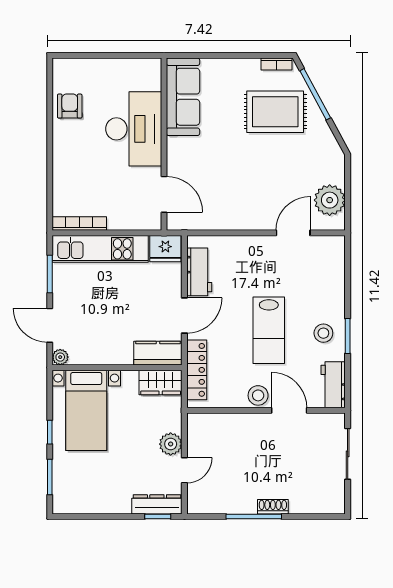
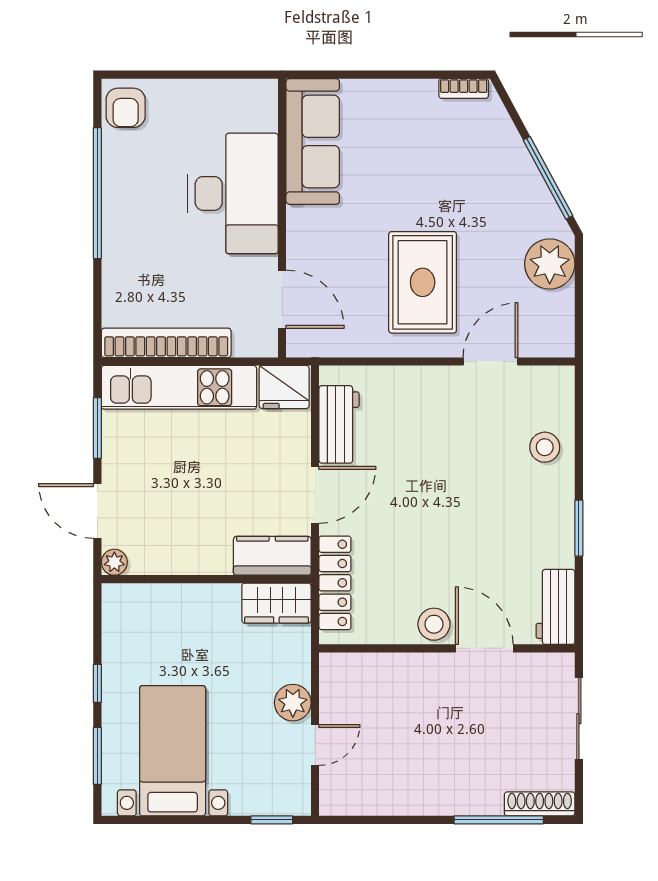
window: (315, 94) -> (548, 178), moved
armchair: (70, 106) -> (126, 108), moved, turned 180
rug: (275, 112) -> (423, 282), moved, turned 90
window: (50, 129) -> (97, 193), added
plant: (330, 200) -> (550, 264), moved
bookcase: (79, 223) -> (166, 343), width x1.48, depth x1.31
lab bench: (269, 330) -> (451, 519), removed
stool: (323, 333) -> (545, 447), moved
bed with nightstands: (86, 410) -> (173, 751), moved, turned 180
dresser: (157, 504) -> (271, 800), removed
shoe rack: (273, 507) -> (540, 804), moved, width x1.43
window: (254, 517) -> (499, 820), moved

